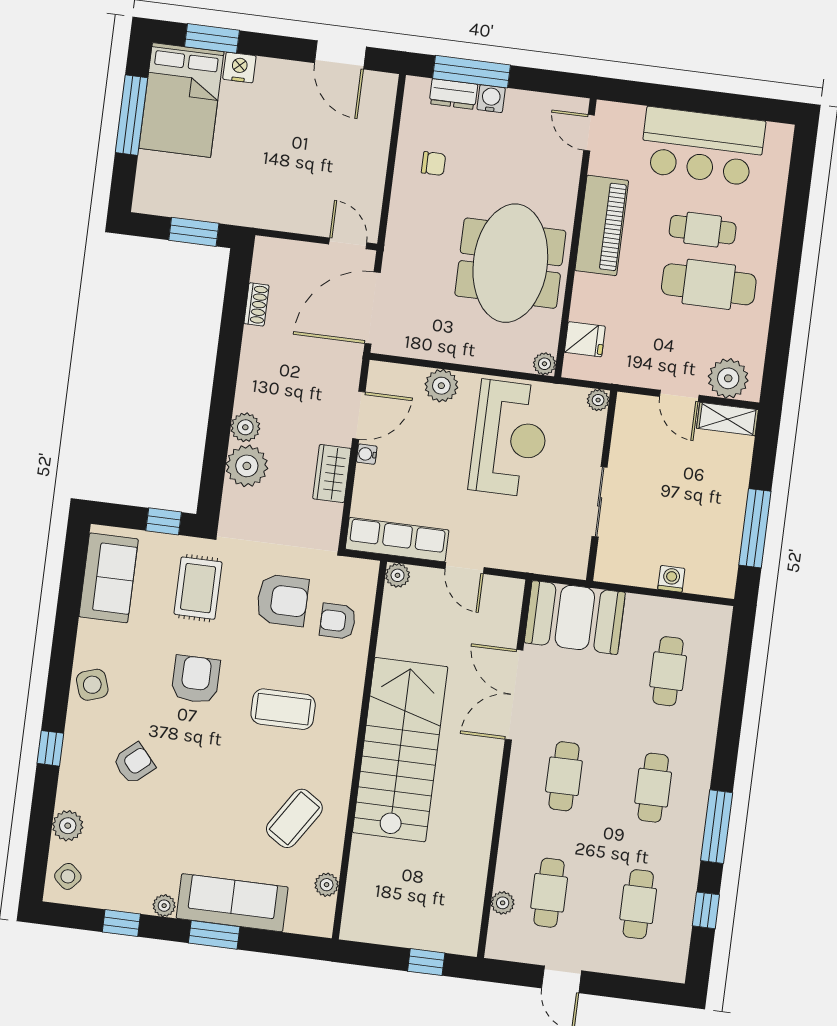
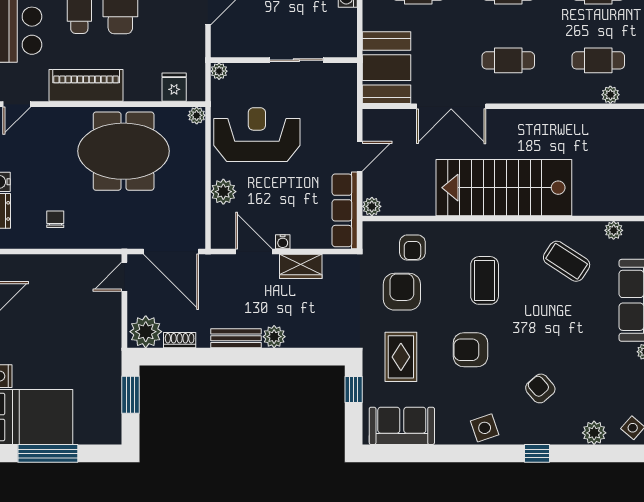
bench: (249, 378) -> (236, 338), added
plant: (247, 466) -> (146, 332), moved
rug: (198, 588) -> (401, 357), turned 90

